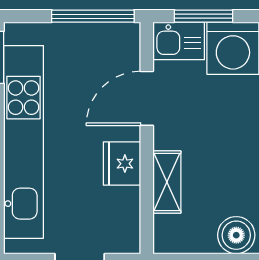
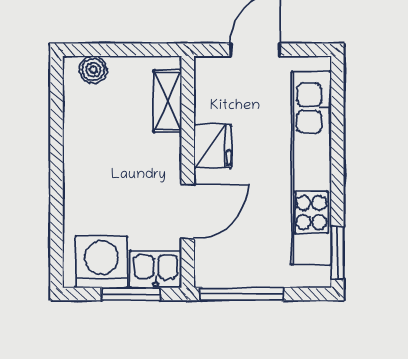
shelving: (167, 182) -> (168, 101), moved
boiler: (236, 235) -> (93, 70), width x0.73, depth x0.73

